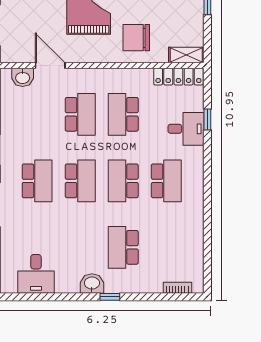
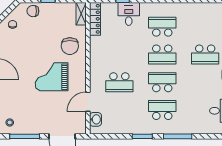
school desk: (80, 114) -> (119, 82), turned 180
school desk: (123, 114) -> (119, 54), removed

